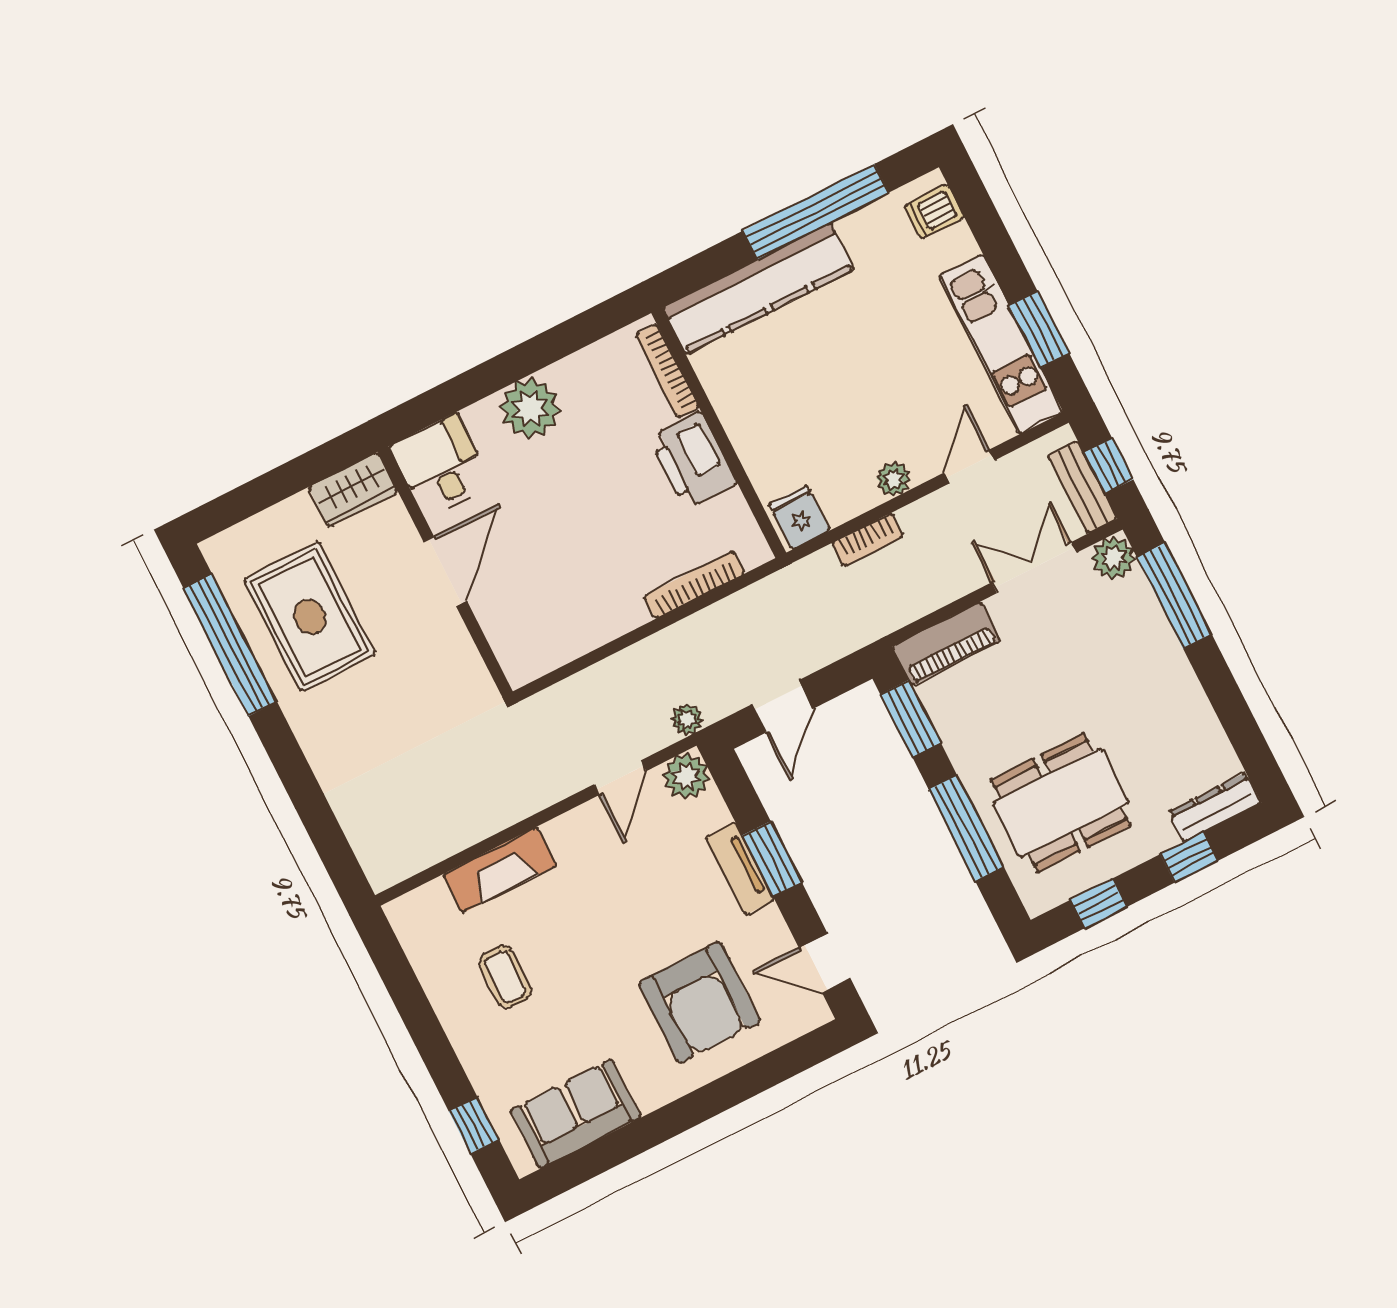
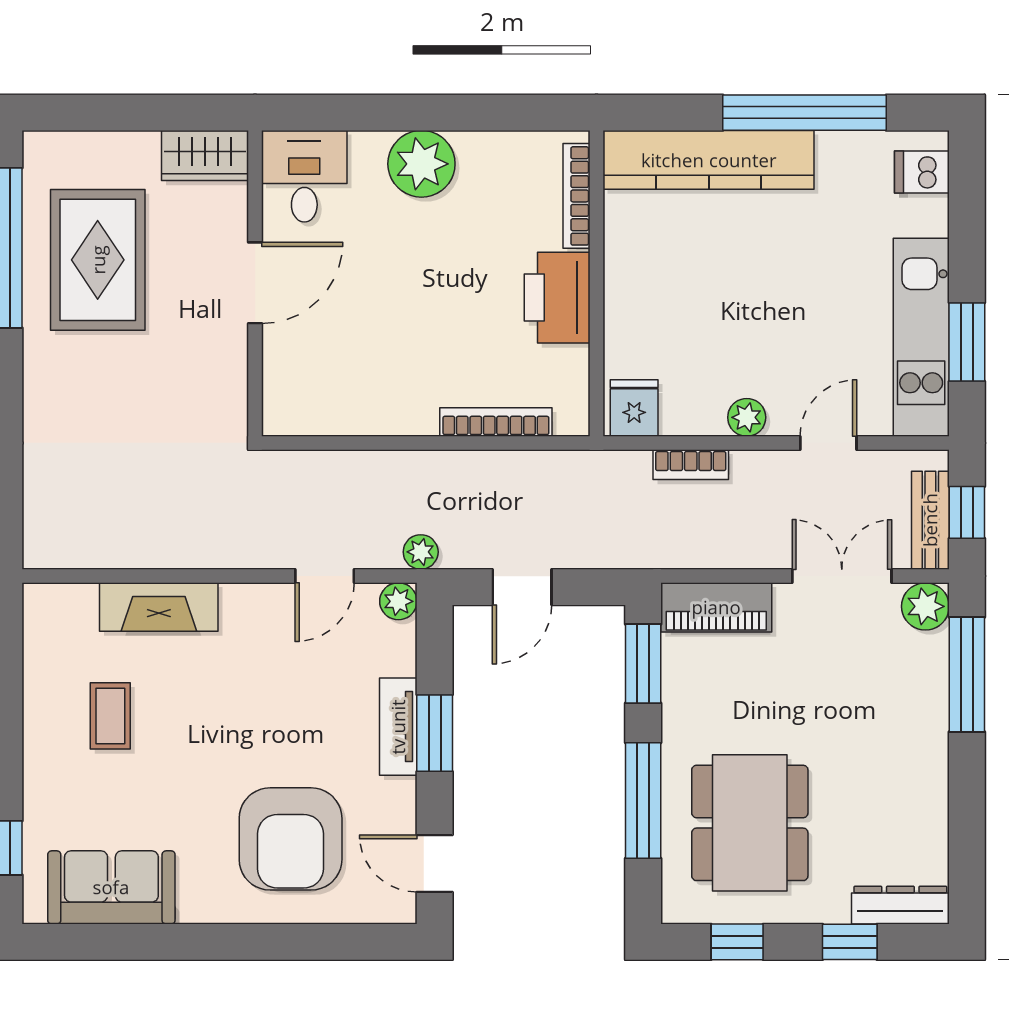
plant: (686, 776) -> (398, 601), width x0.73, depth x0.73
dining table: (1061, 803) -> (750, 823), turned 90

